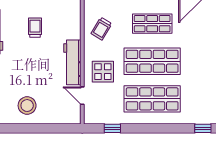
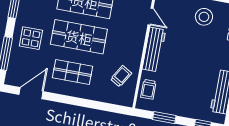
trolley: (35, 28) -> (148, 89), moved
display table: (103, 72) -> (31, 38), moved

